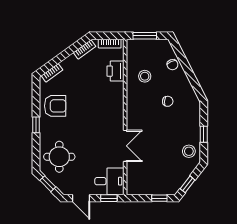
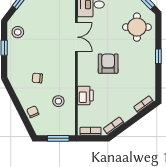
printer: (115, 71) -> (85, 95), moved
armchair: (55, 106) -> (108, 64), moved, turned 90
double door: (125, 146) -> (76, 37), swing flipped

